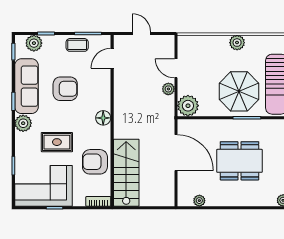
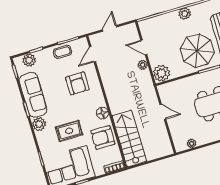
door: (142, 33) -> (109, 28), hinge flipped
armchair: (65, 89) -> (77, 83), moved, turned 90
floor lamp: (103, 118) -> (103, 113), moved
door: (176, 153) -> (163, 112), width x0.53

